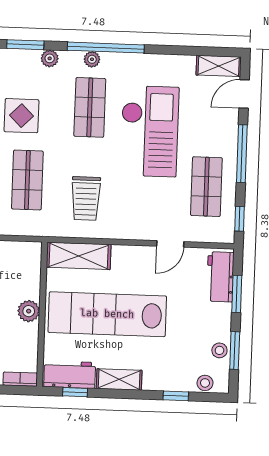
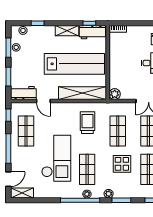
checkout: (149, 131) -> (56, 158), turned 180
door: (170, 244) -> (43, 101), swing flipped
shelving: (79, 256) -> (82, 93), width x1.47
workbench: (220, 277) -> (23, 93), moved, turned -90
plant: (29, 311) -> (115, 94), moved

